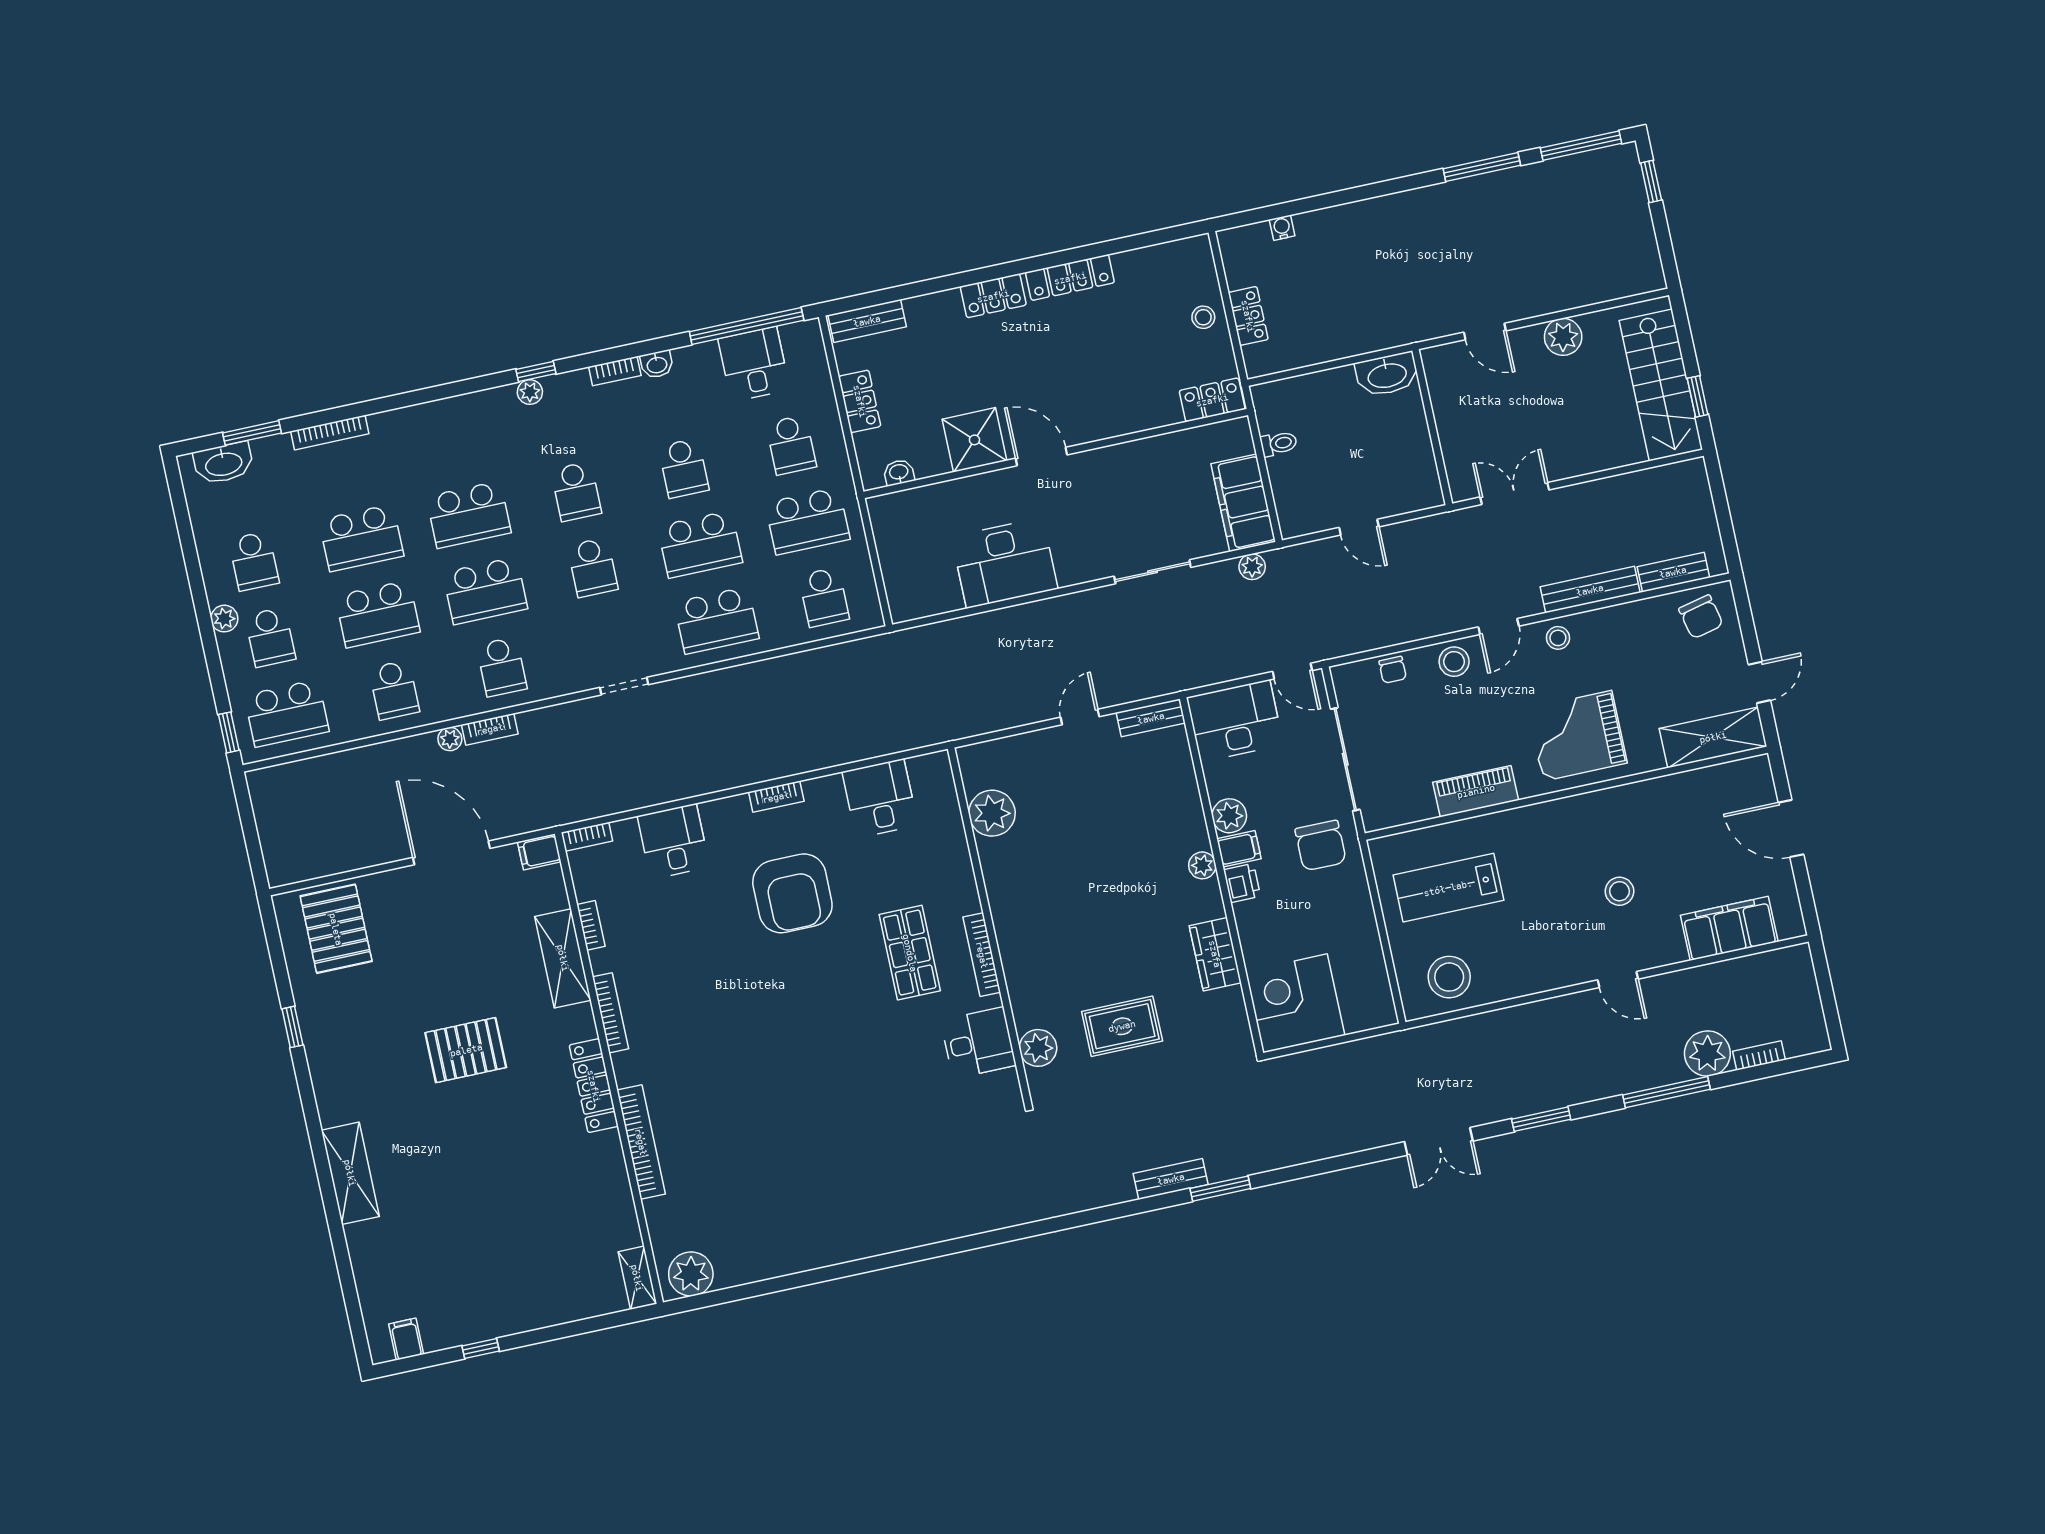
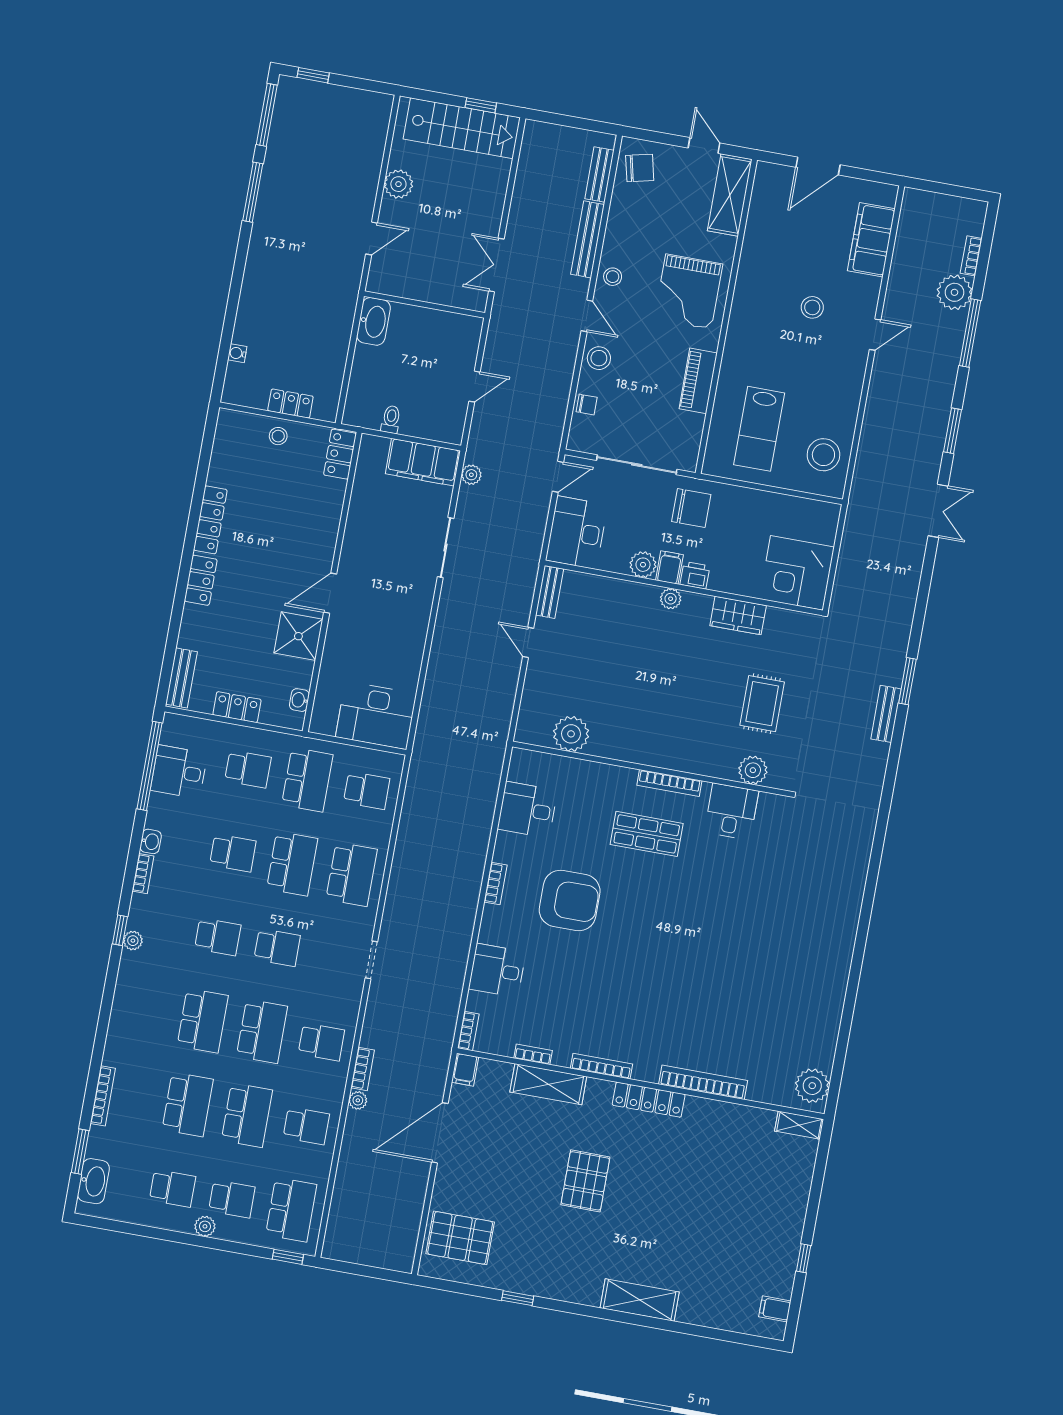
desk: (1005, 563) -> (376, 715), moved, turned 90

